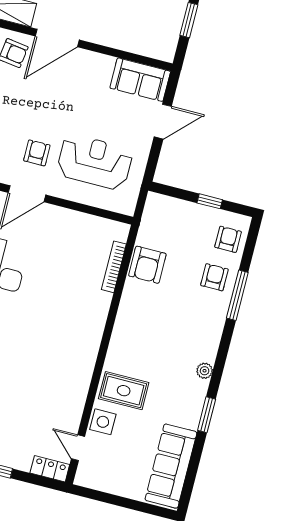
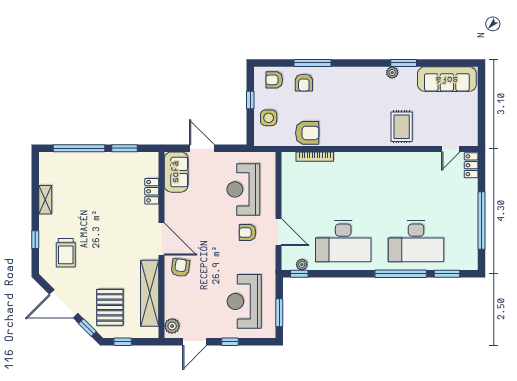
locker: (123, 41) -> (152, 191), added
armchair: (214, 277) -> (304, 83), turned -90
plant: (205, 371) -> (392, 73), moved
side table: (103, 422) -> (269, 118), moved

